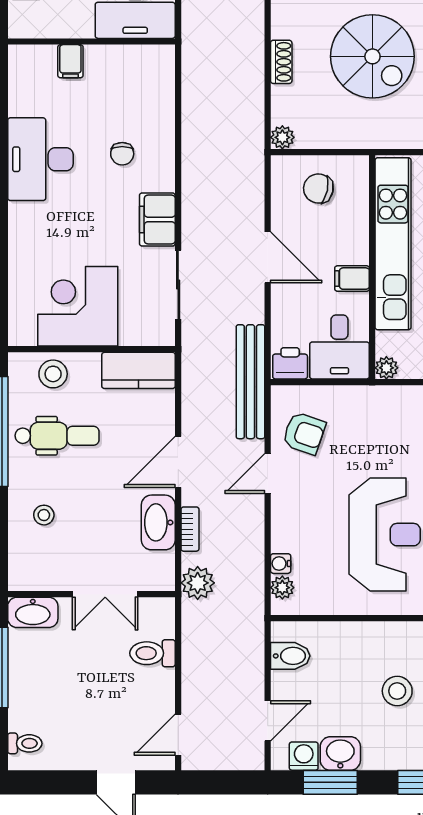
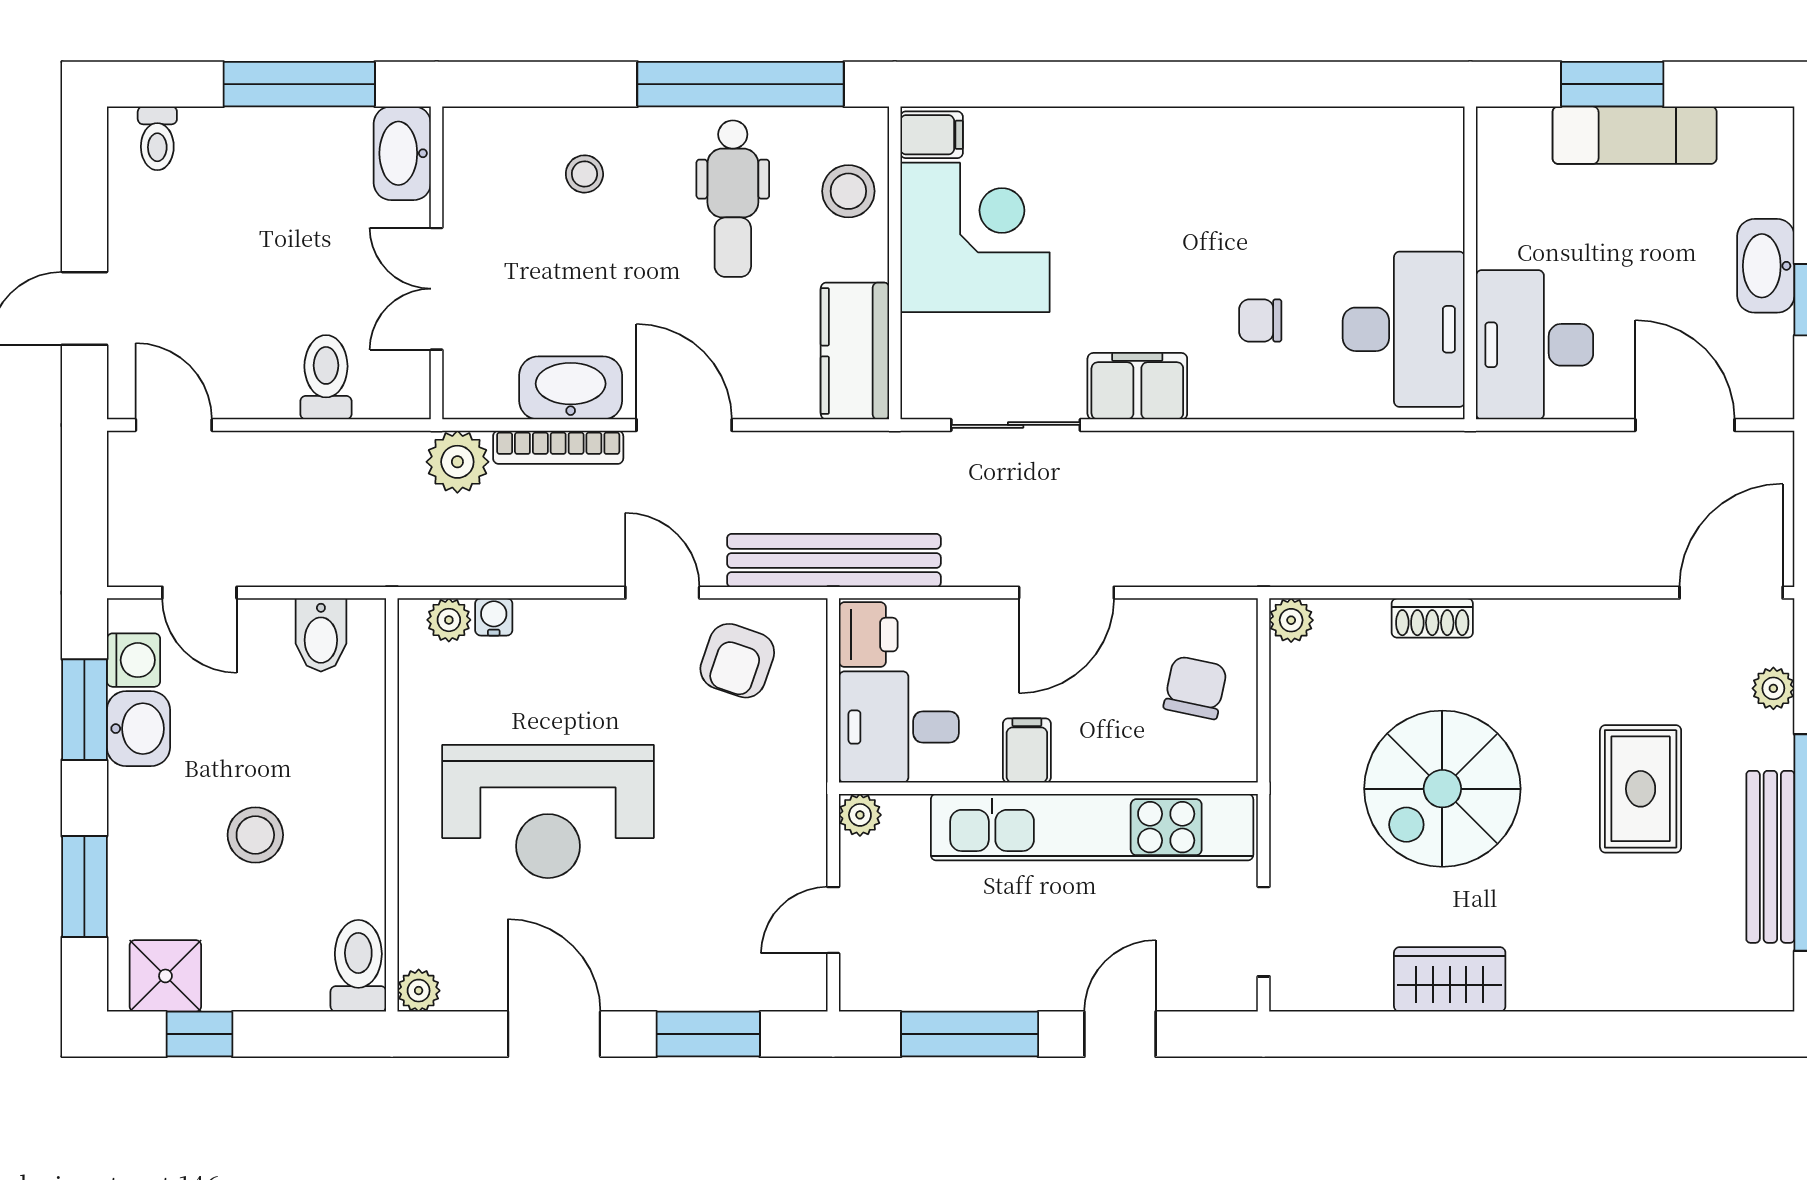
filing cabinet: (70, 61) -> (932, 135), moved, turned 180
desk: (40, 159) -> (1404, 329), moved, turned 90
bookcase: (190, 529) -> (558, 447), width x1.56

